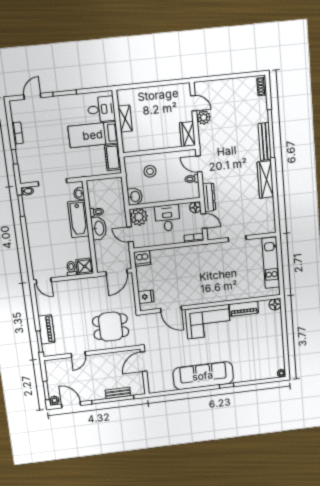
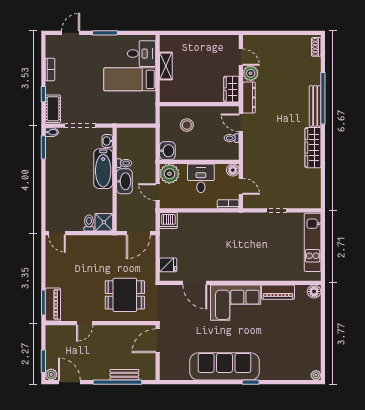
cot: (113, 157) -> (53, 109), moved
dresser: (209, 197) -> (249, 98), moved
piano: (46, 329) -> (53, 304), moved

